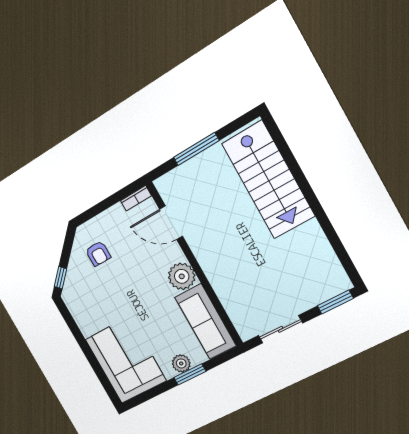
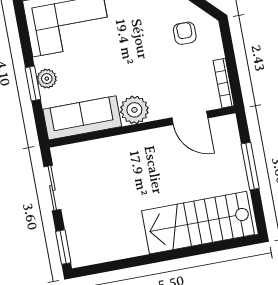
bookcase: (136, 198) -> (224, 83), width x1.56
door: (171, 223) -> (190, 118), swing flipped
armchair: (98, 254) -> (185, 33), turned 90

